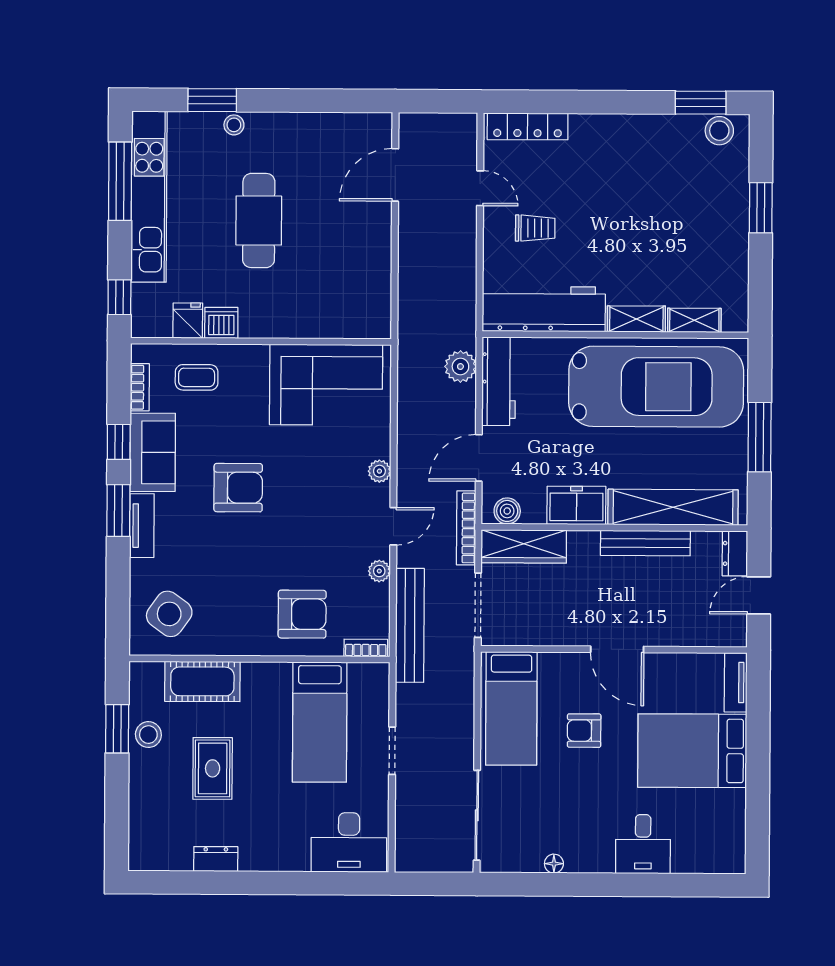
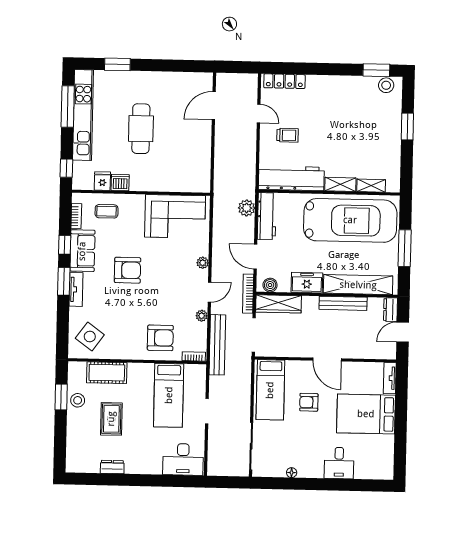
stool: (234, 125) -> (129, 78), removed
door: (479, 458) -> (255, 257), hinge flipped

